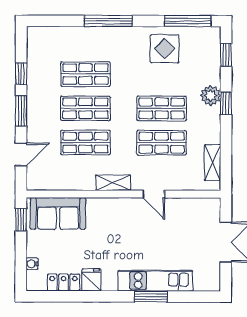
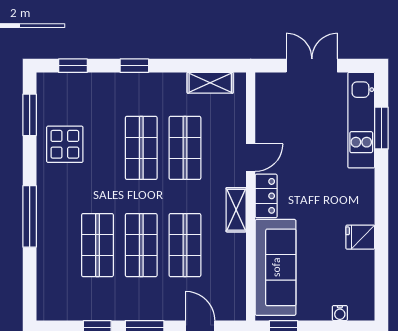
window: (188, 21) -> (30, 115), width x0.69
plant: (211, 96) -> (125, 85), removed
sofa: (58, 213) -> (276, 267), width x1.36
kitchen unit: (155, 281) -> (361, 120), moved
locker: (64, 282) -> (266, 196), moved, turned 180
window: (151, 297) -> (381, 128), moved

